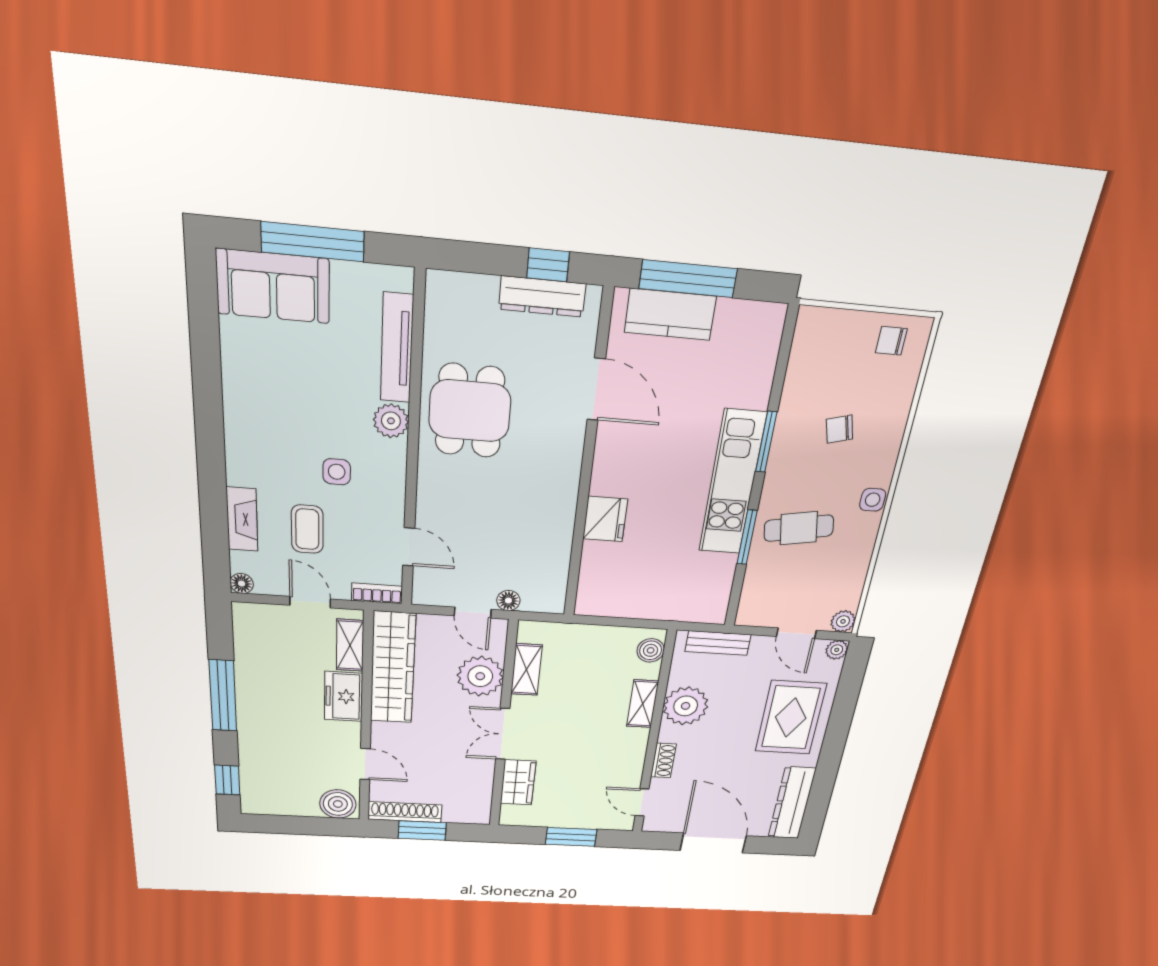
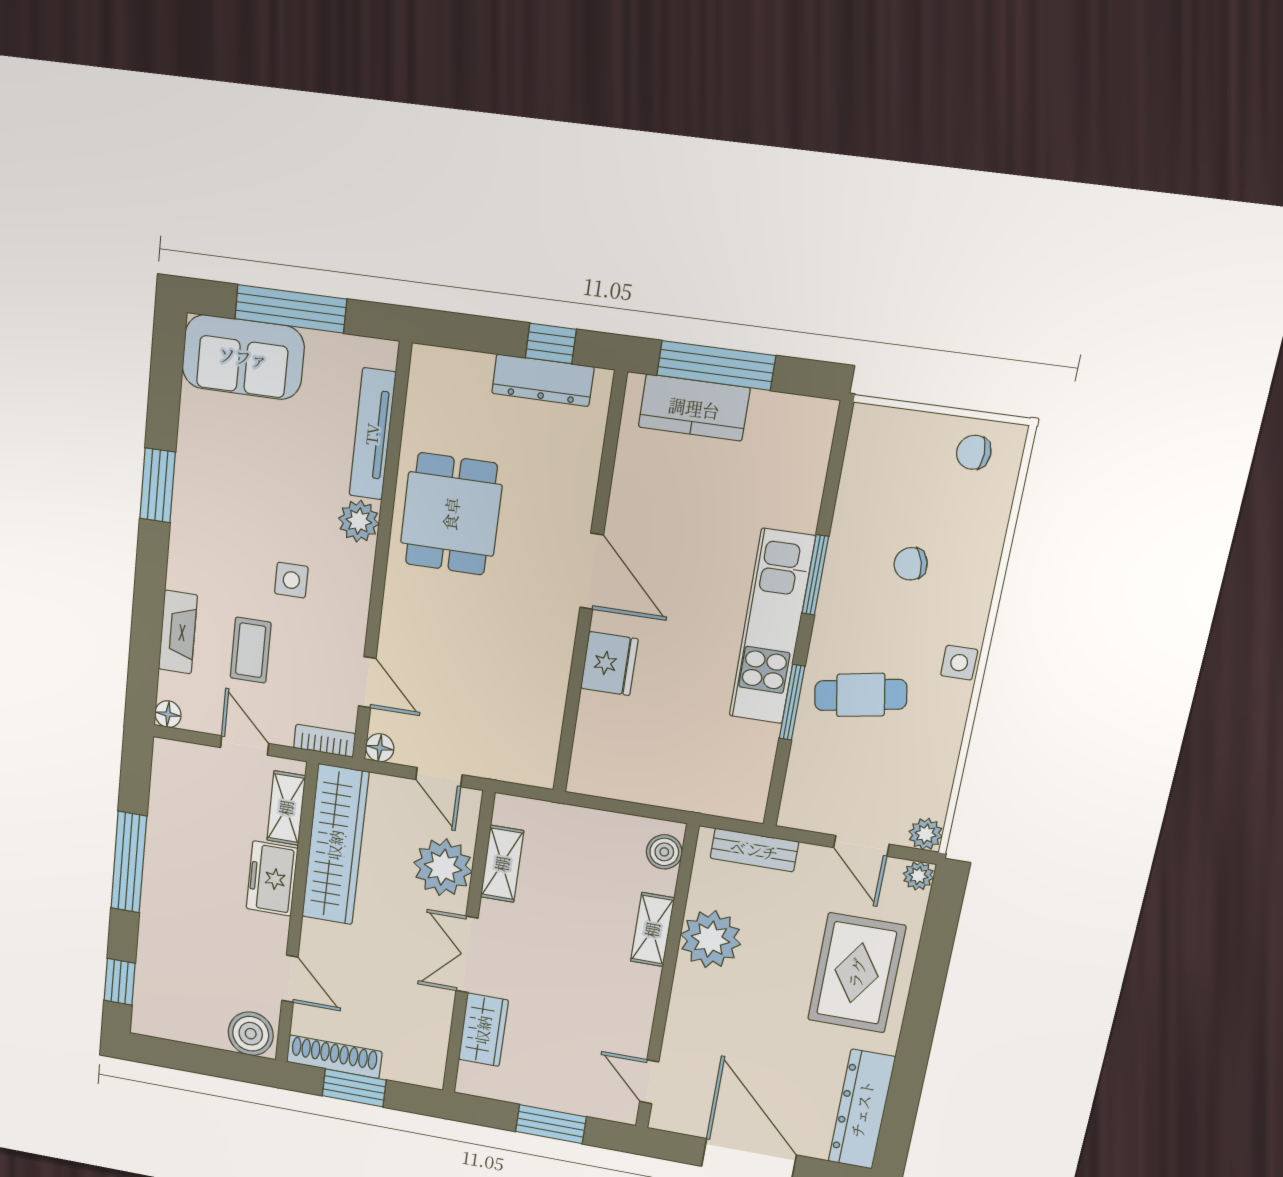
door: (596, 389) -> (592, 571), moved
window: (208, 401) -> (158, 485), added
floor lamp: (508, 601) -> (380, 748), moved
shoe rack: (663, 761) -> (680, 1019), removed

